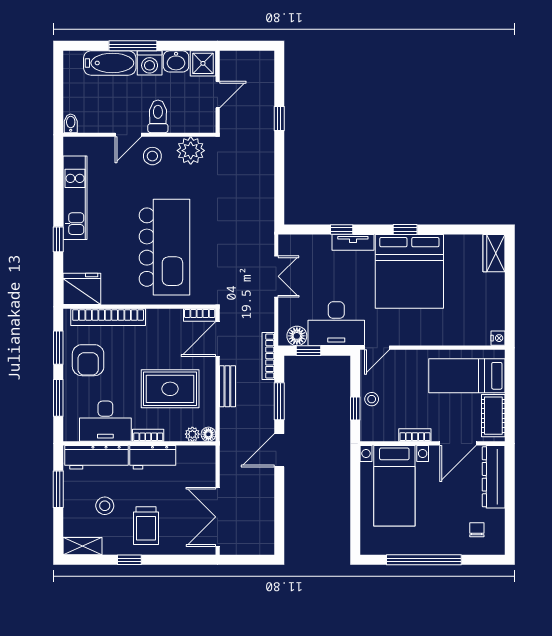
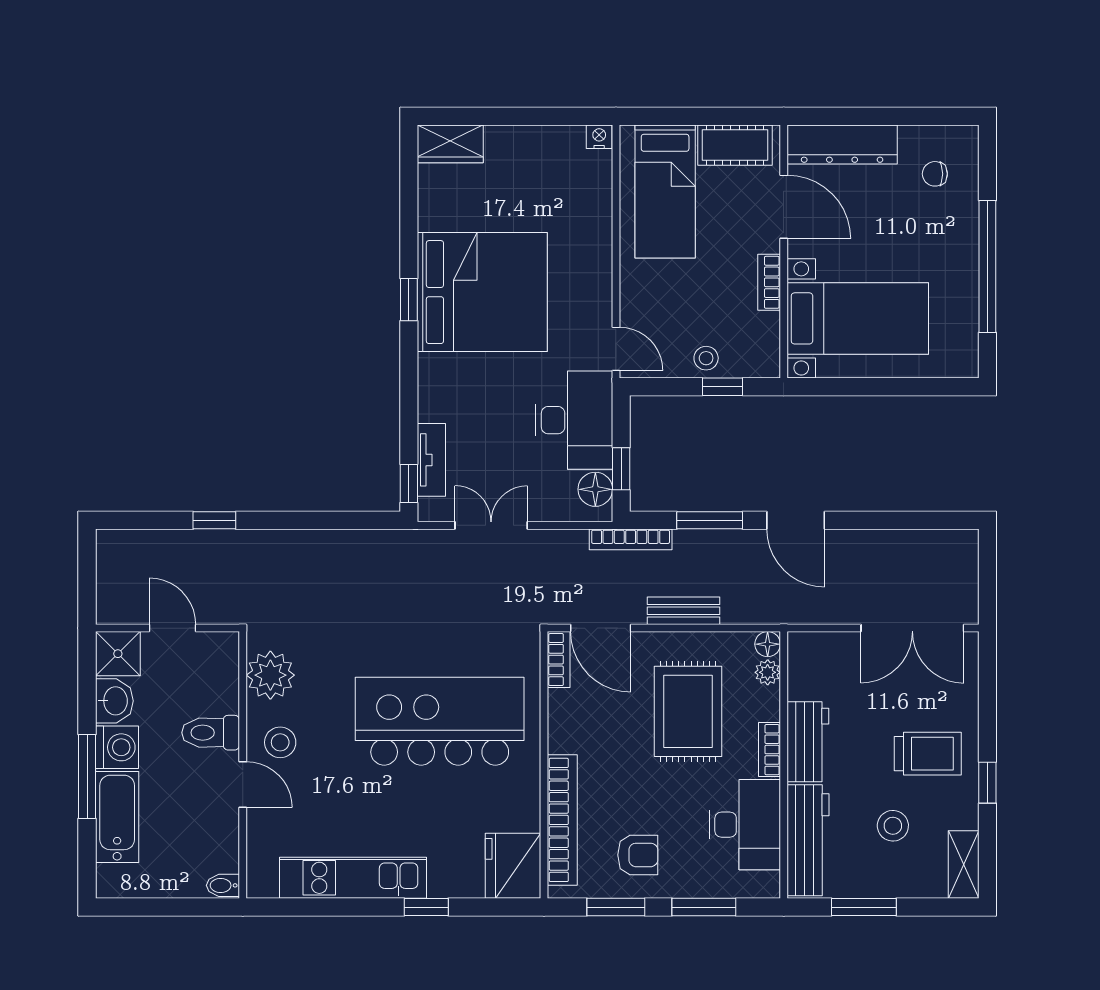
window: (342, 229) -> (409, 483), moved
tv unit: (353, 242) -> (431, 460), moved
armchair: (88, 360) -> (638, 855), width x0.72, depth x0.72

